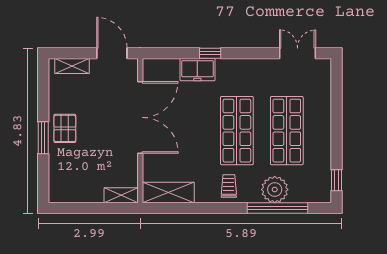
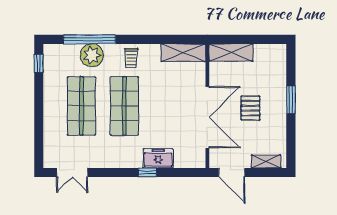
double door: (140, 117) -> (207, 117), swing flipped
pallet: (65, 128) -> (250, 108), moved
shelving: (121, 195) -> (231, 53), width x1.50, depth x1.33

